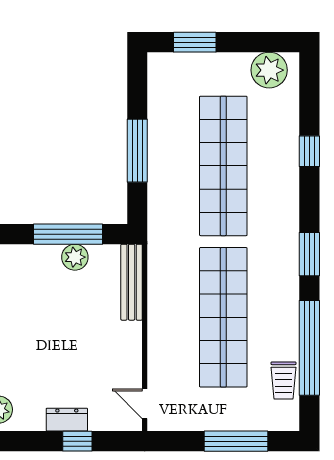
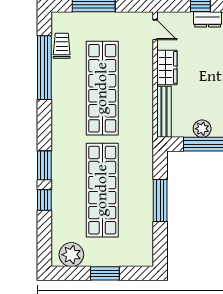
window: (195, 42) -> (105, 273), moved
window: (309, 254) -> (44, 165), moved
wardrobe: (127, 348) -> (167, 67), added

